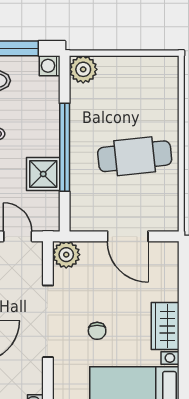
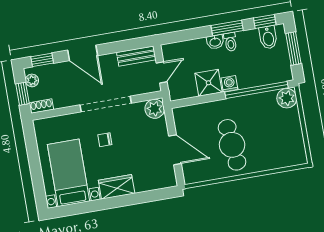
washing machine: (50, 66) -> (229, 84), moved
window: (65, 147) -> (256, 90), moved
door: (128, 236) -> (175, 150), swing flipped

